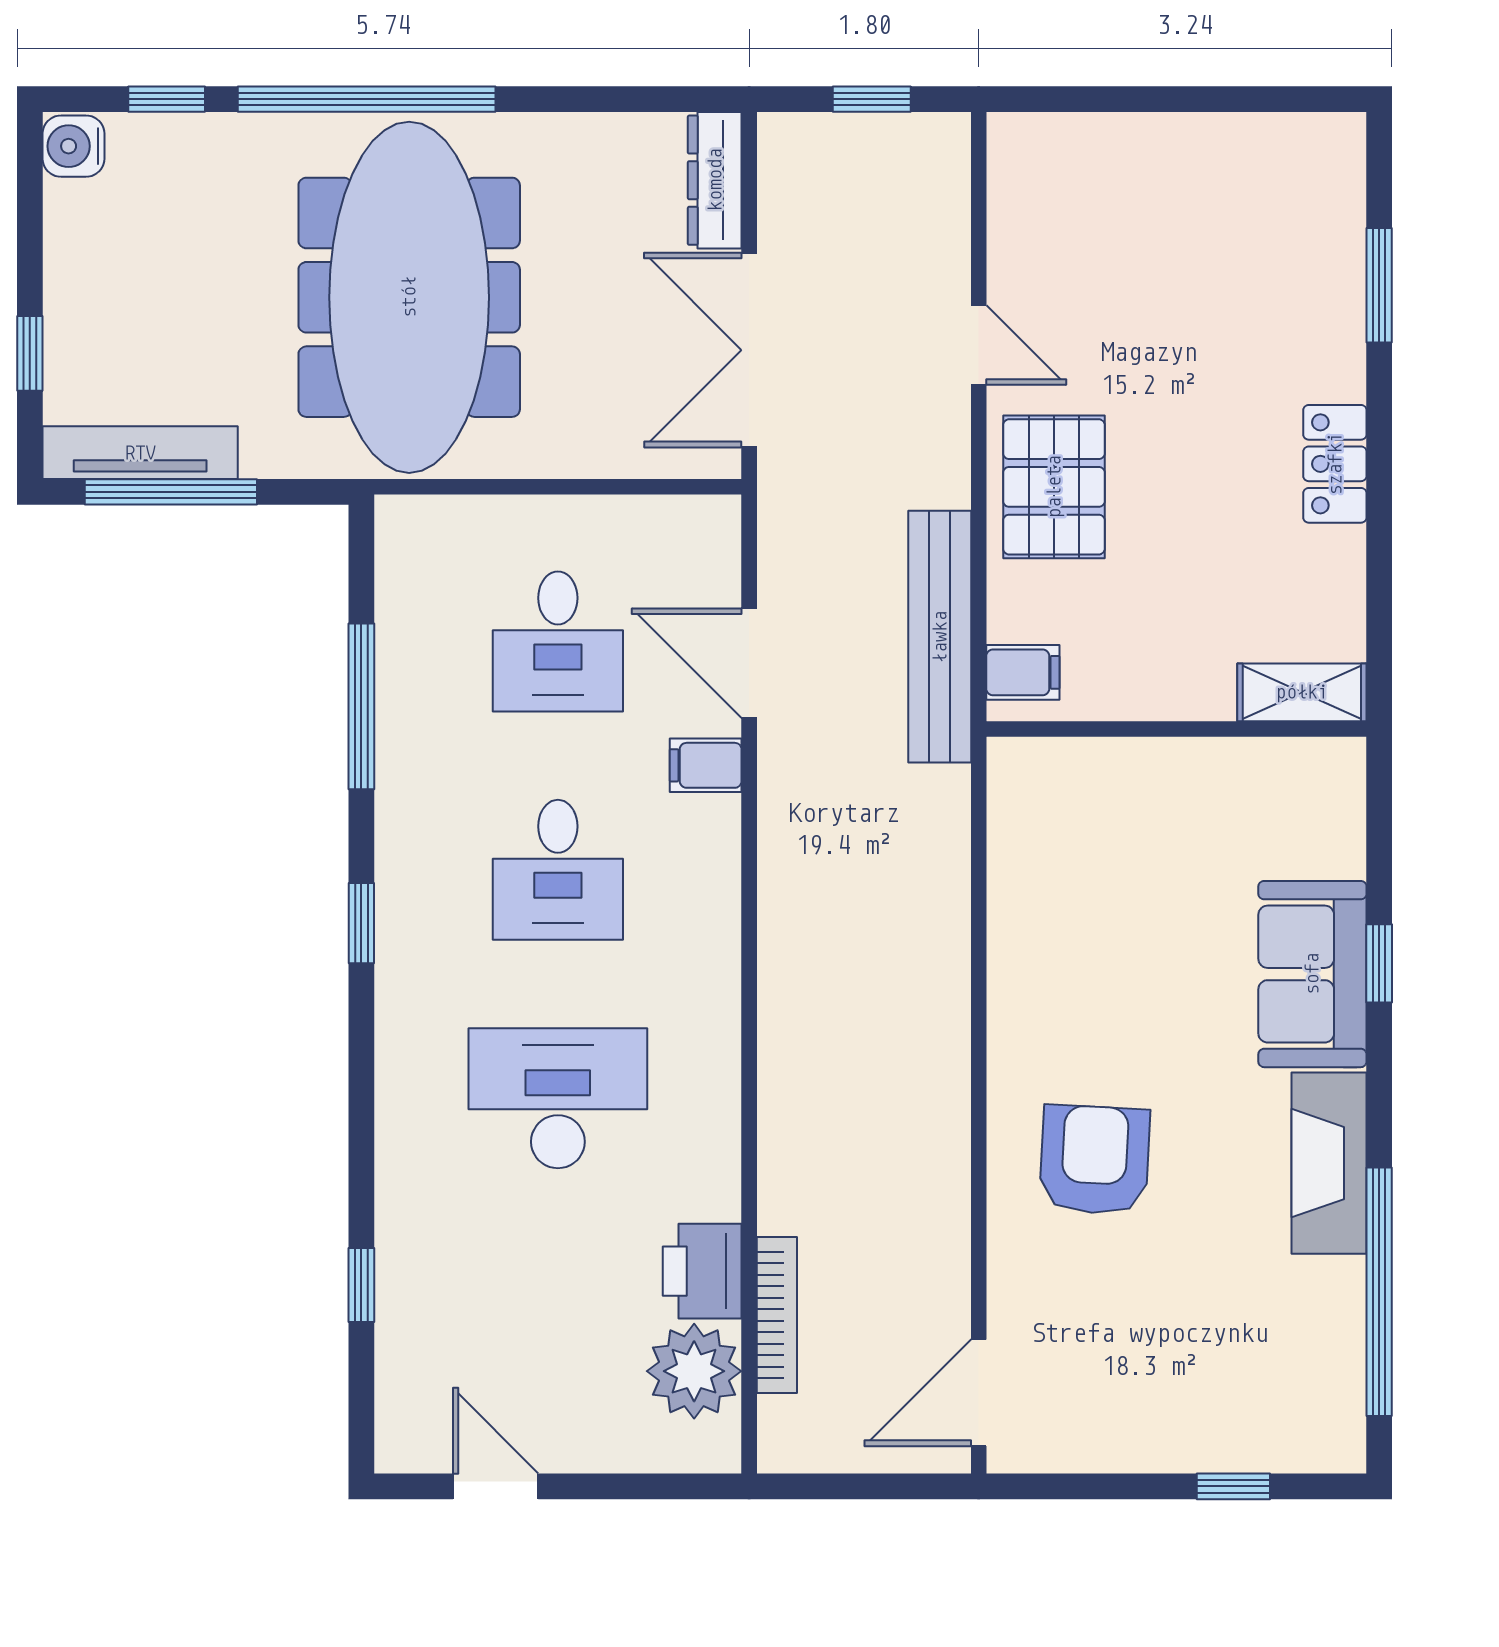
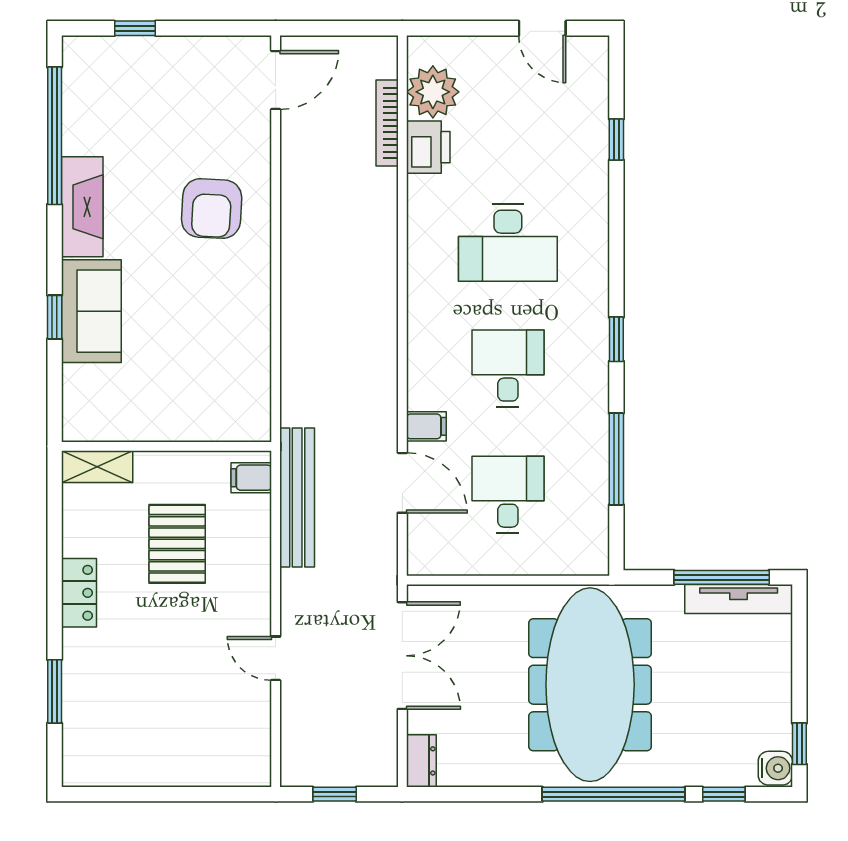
dresser: (715, 180) -> (421, 761), width x0.70
window: (30, 353) -> (799, 744), moved
pallet: (1054, 487) -> (177, 544), moved

